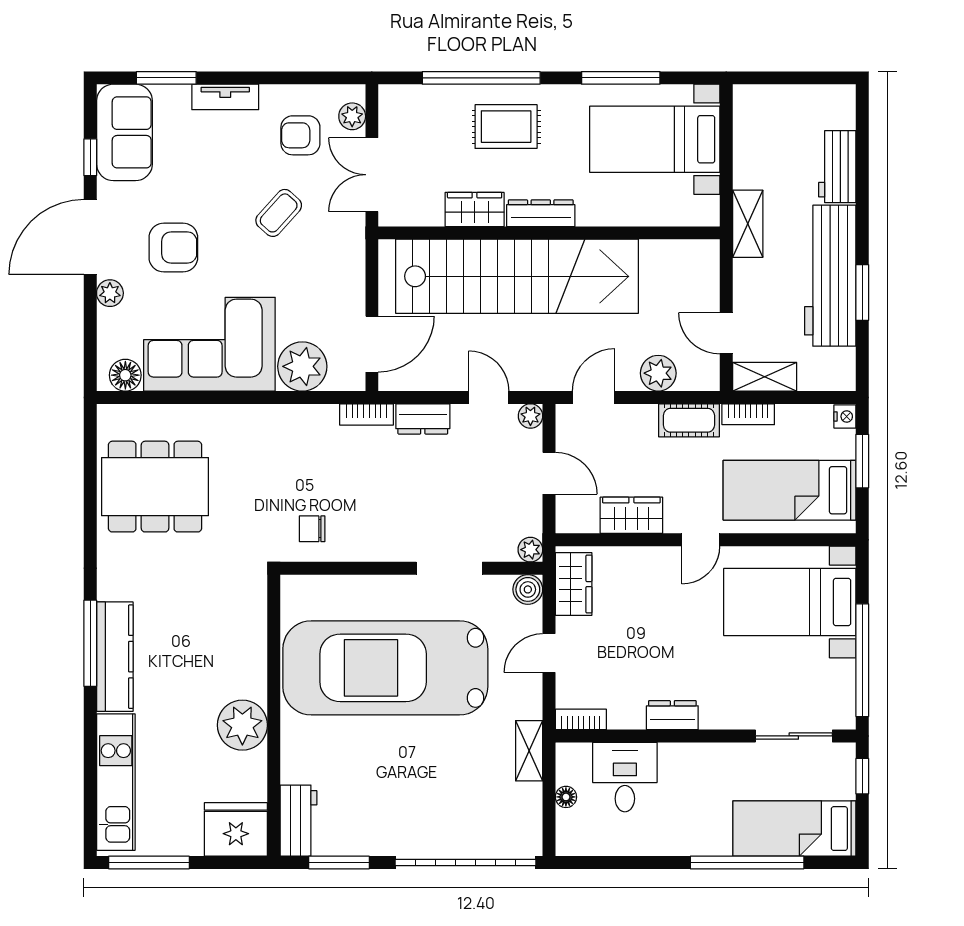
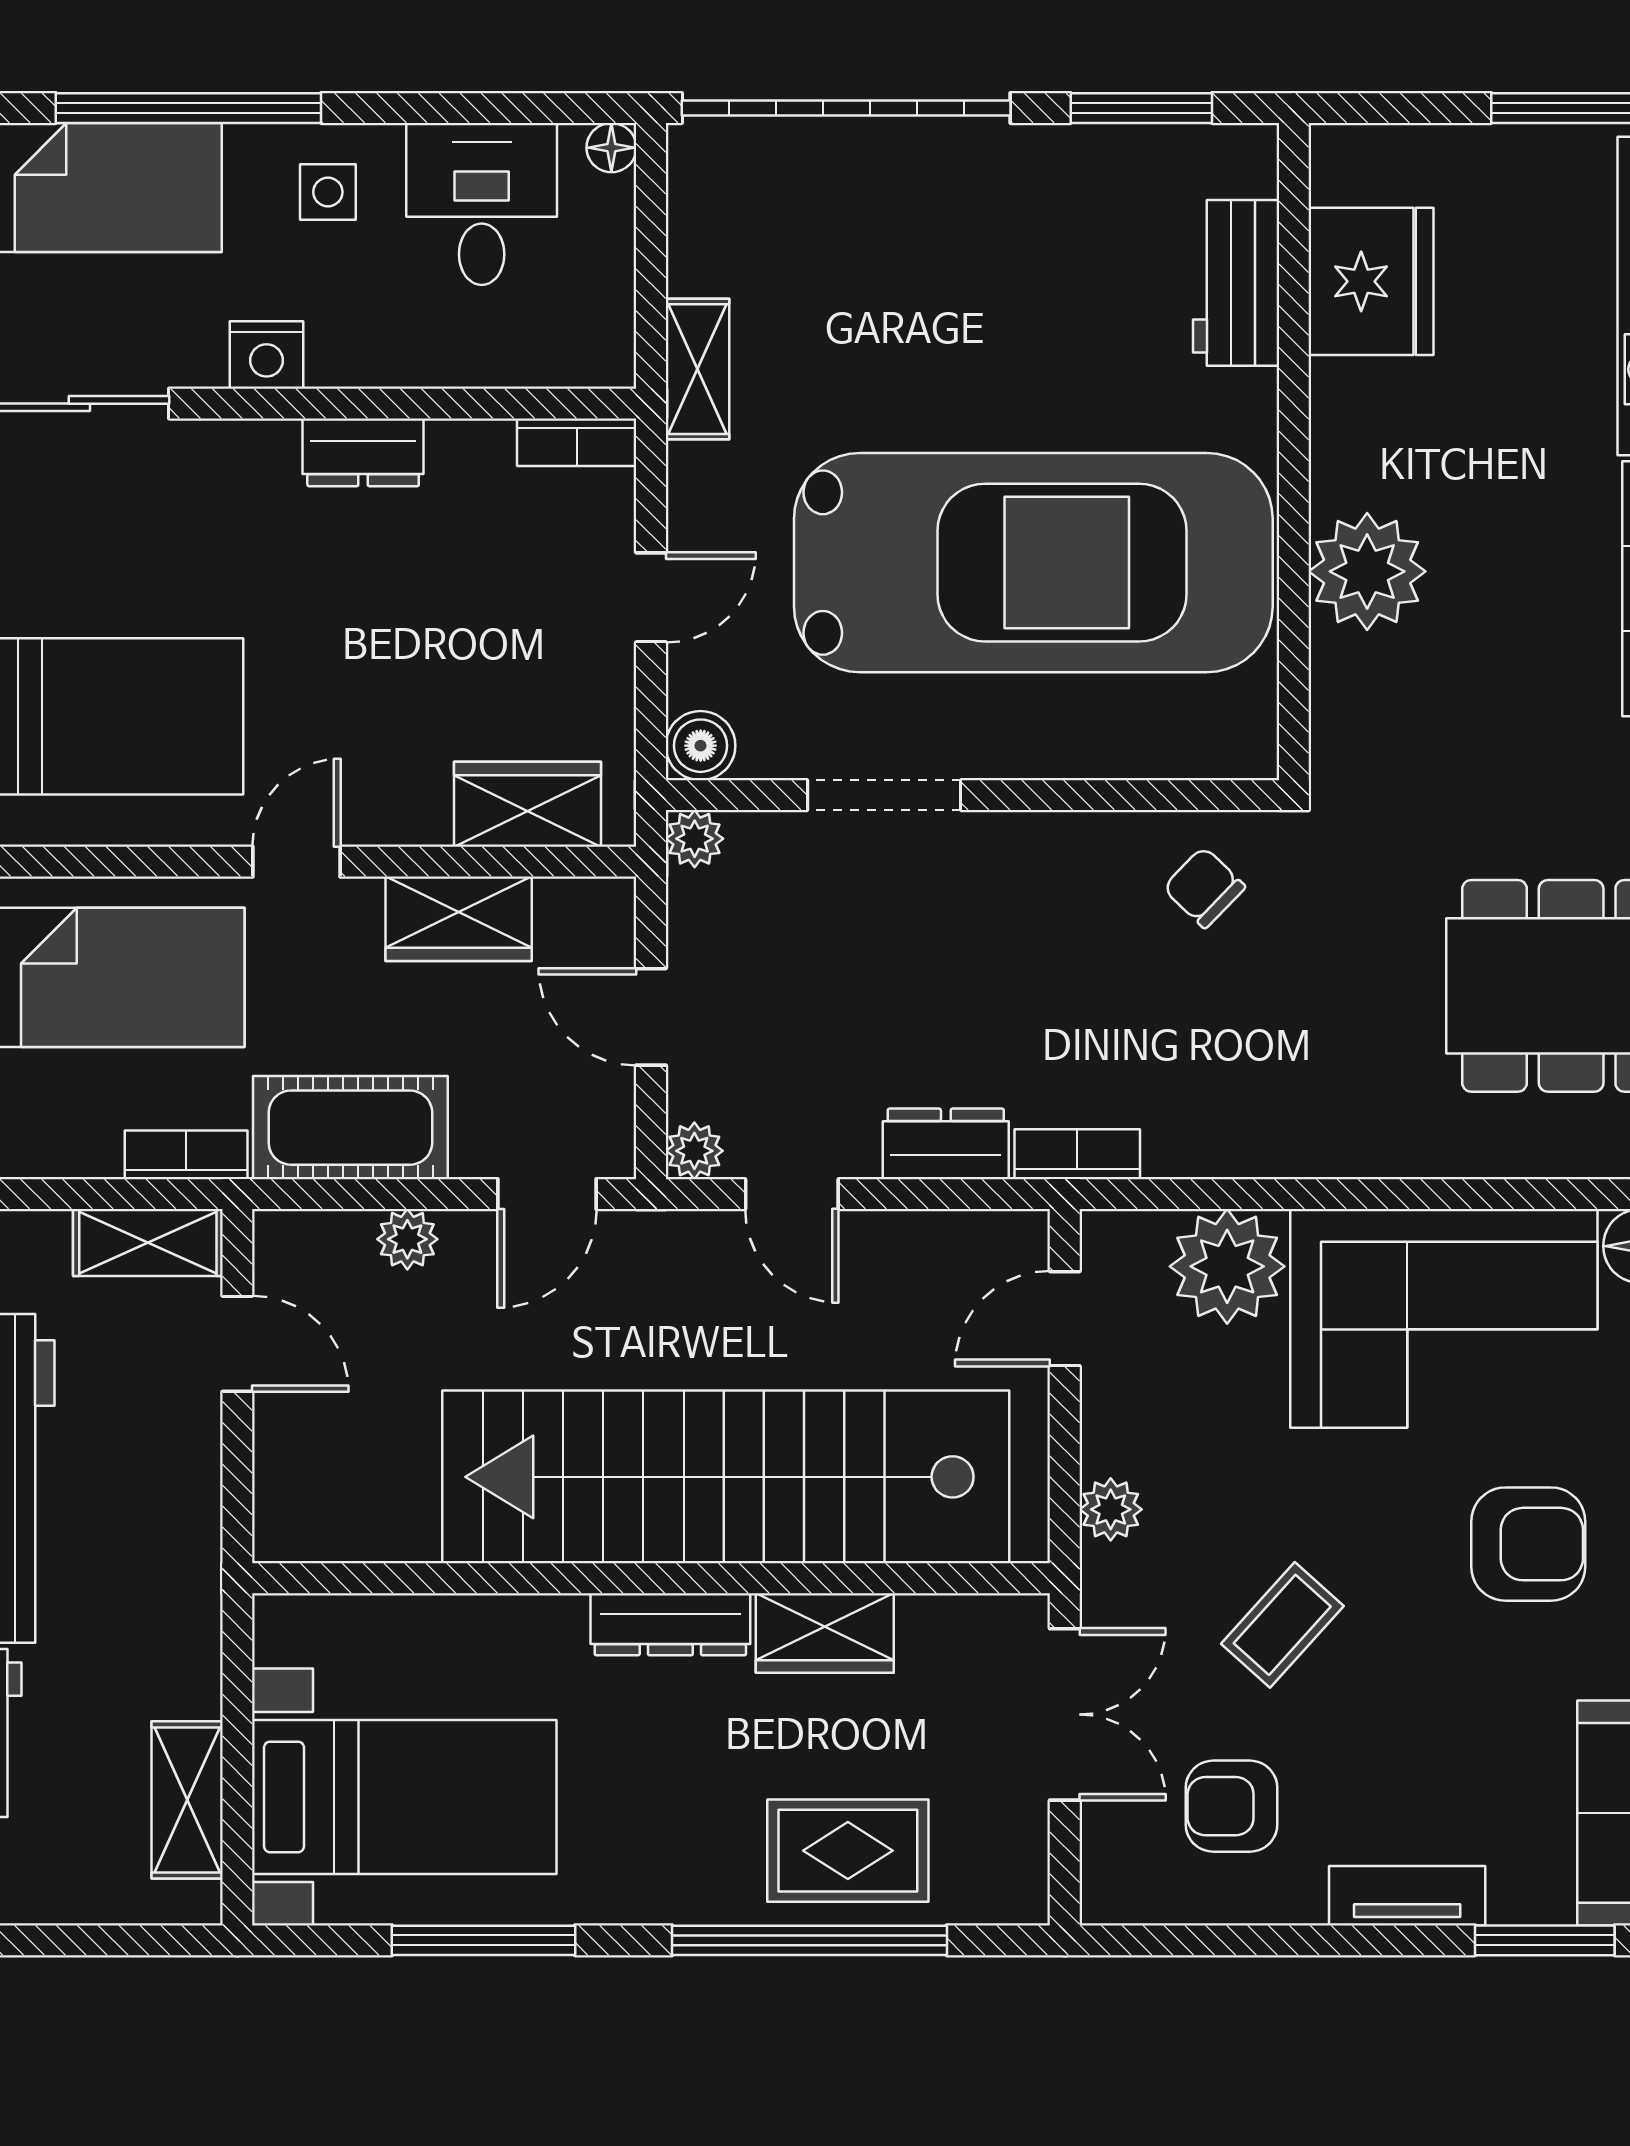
plant: (352, 116) -> (1111, 1509), moved
rug: (506, 127) -> (848, 1851), moved
armchair: (300, 135) -> (1232, 1806), turned 180
shelving: (748, 224) -> (187, 1800), moved
armchair: (173, 248) -> (1528, 1544), turned 180
door: (372, 344) -> (1065, 1319), width x0.73
plant: (658, 373) -> (407, 1239), width x0.73, depth x0.73
cot: (689, 420) -> (350, 1128), width x1.37, depth x1.34
chair: (312, 529) -> (1204, 887), turned -136
wardrobe: (574, 584) -> (528, 804), moved, turned 90
plant: (242, 725) -> (1367, 571), moved
nightstand: (714, 757) -> (267, 355), added
desk: (625, 777) -> (482, 204), moved, turned 180
floor lamp: (566, 797) -> (611, 148), moved
workbench: (298, 821) -> (1236, 283), moved
side table: (687, 827) -> (328, 192), added
fridge: (236, 829) -> (1371, 281), moved, turned -90

